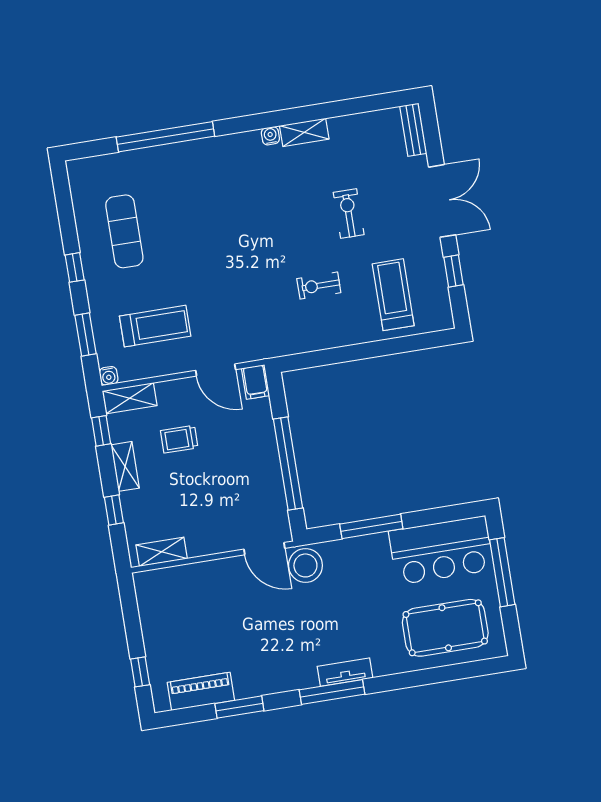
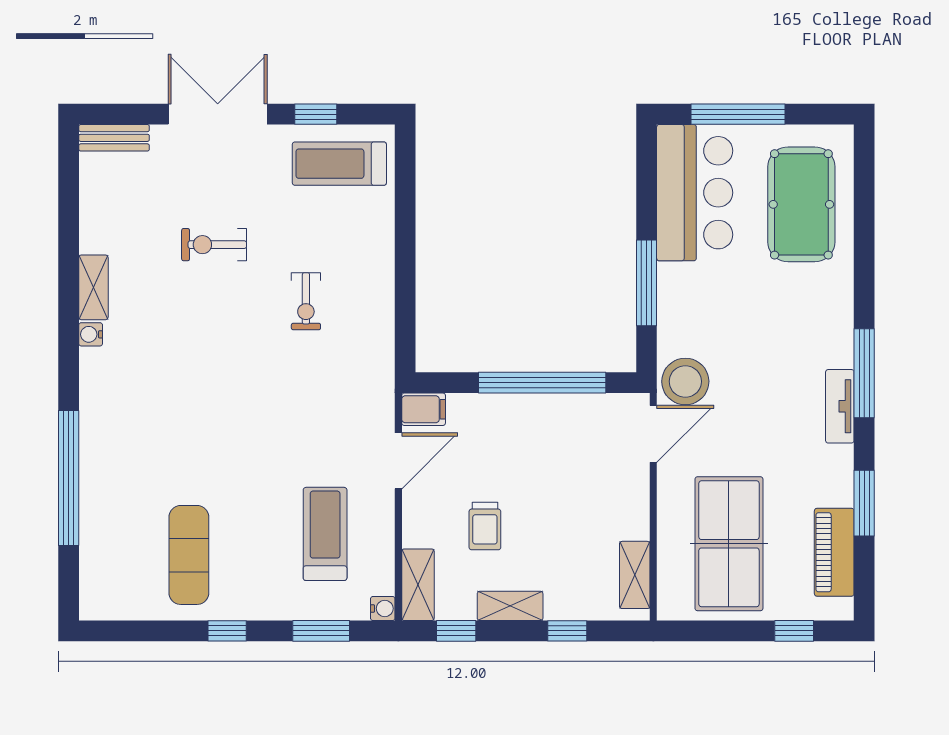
exercise mat: (124, 231) -> (189, 555), turned 90
treadmill: (393, 295) -> (339, 164), moved
table tennis table: (195, 615) -> (729, 544), added
tv unit: (345, 672) -> (840, 406), moved

